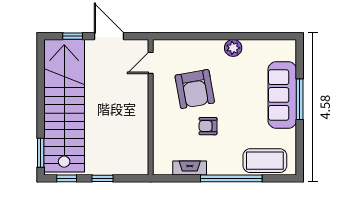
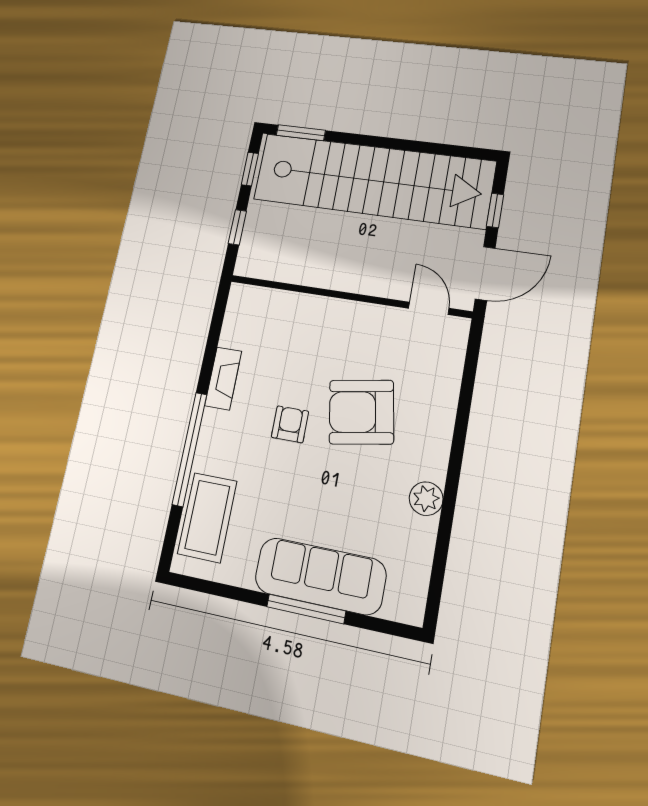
door: (151, 63) -> (429, 308), moved
wall: (151, 107) -> (349, 296), moved

